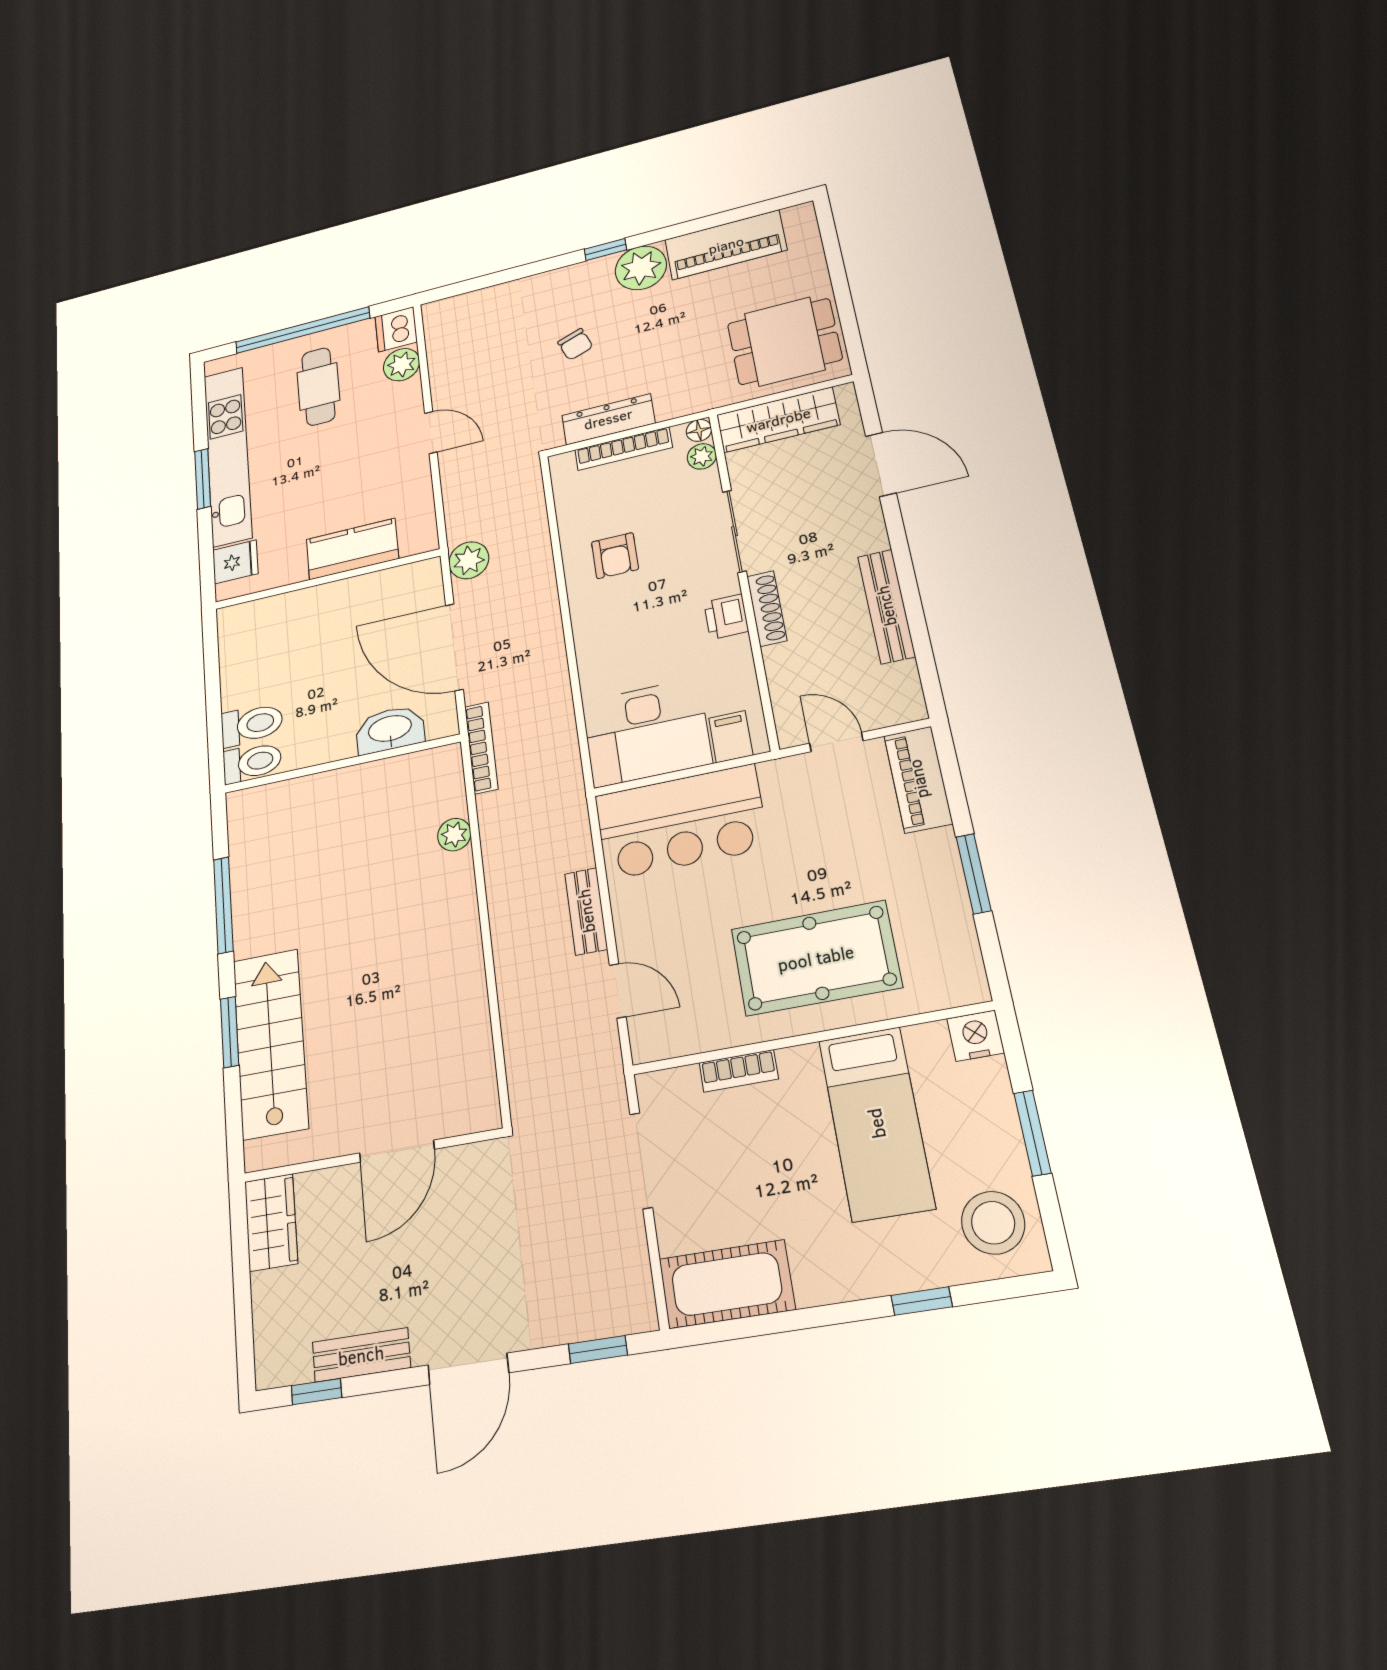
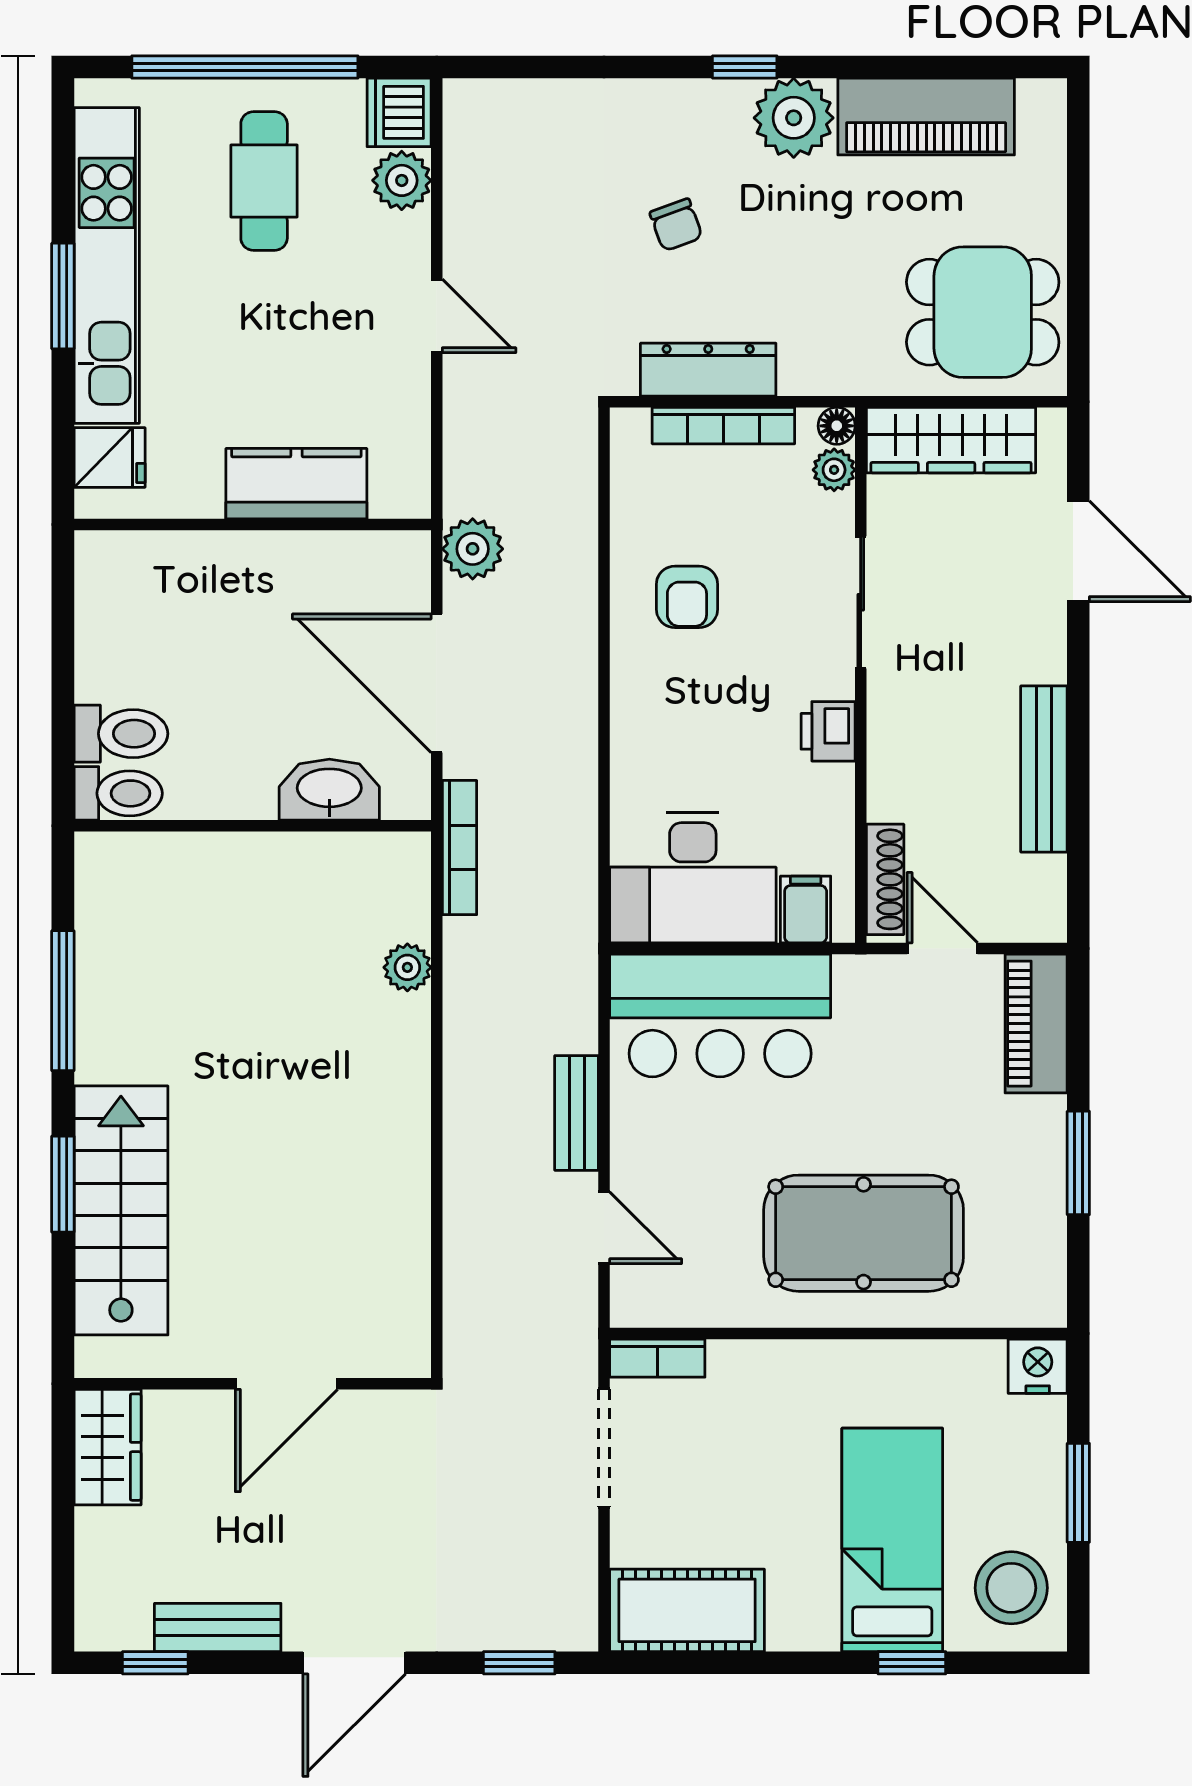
shoe rack: (767, 608) -> (885, 879), moved
bookcase: (739, 1071) -> (657, 1358), moved
bed: (876, 1123) -> (892, 1540), moved, turned 180

